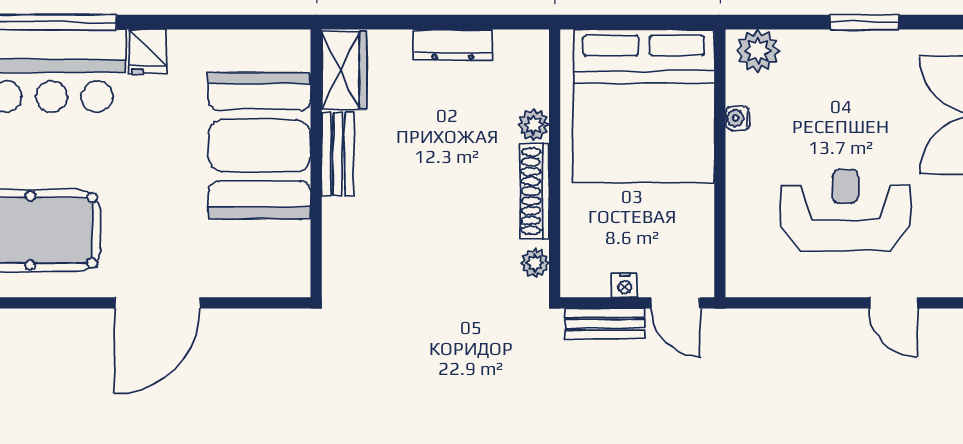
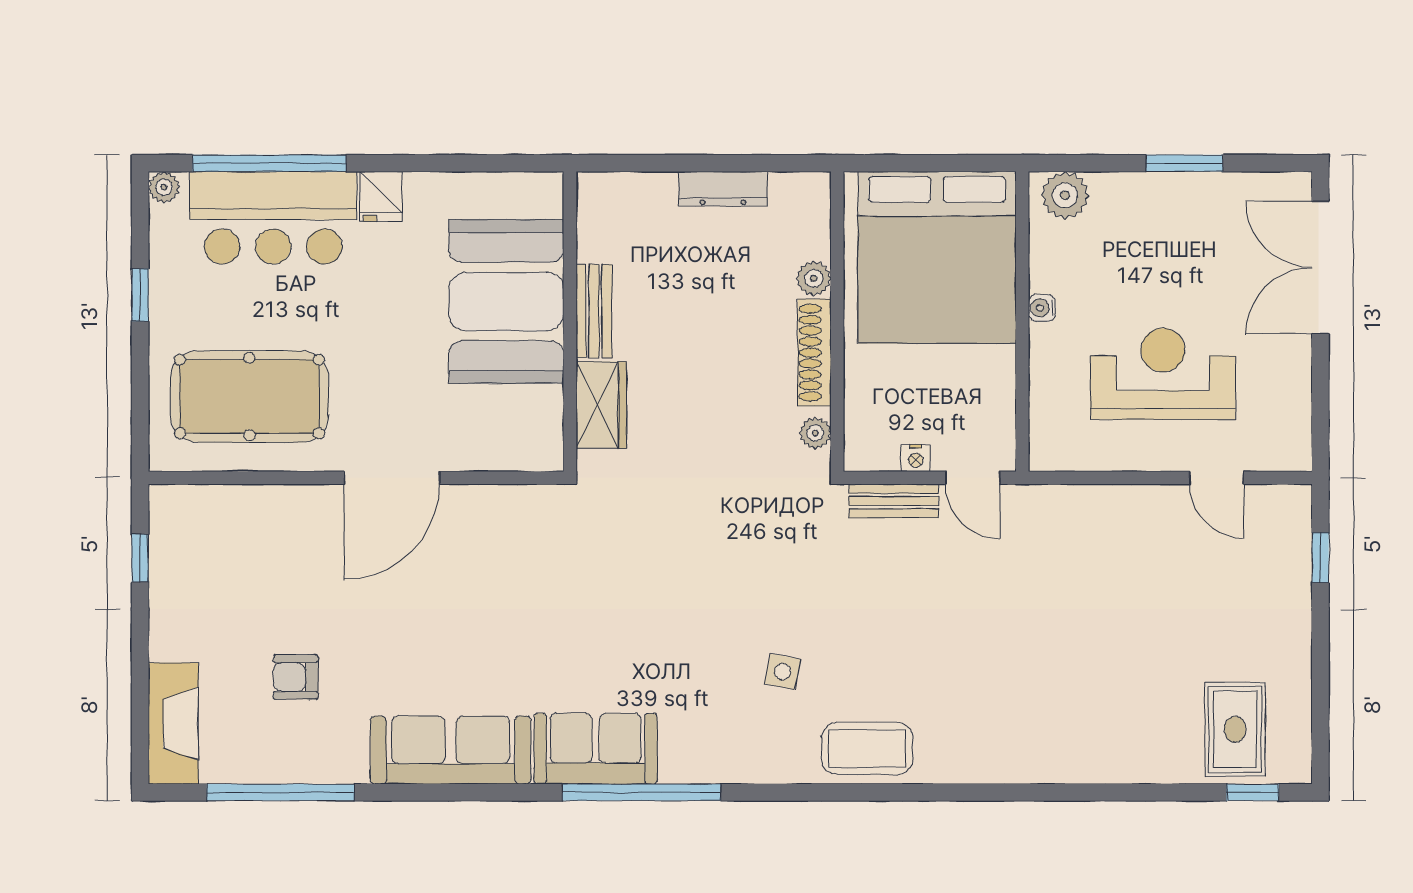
wardrobe: (344, 71) -> (601, 405), moved
water cooler: (737, 118) -> (1042, 308), moved

